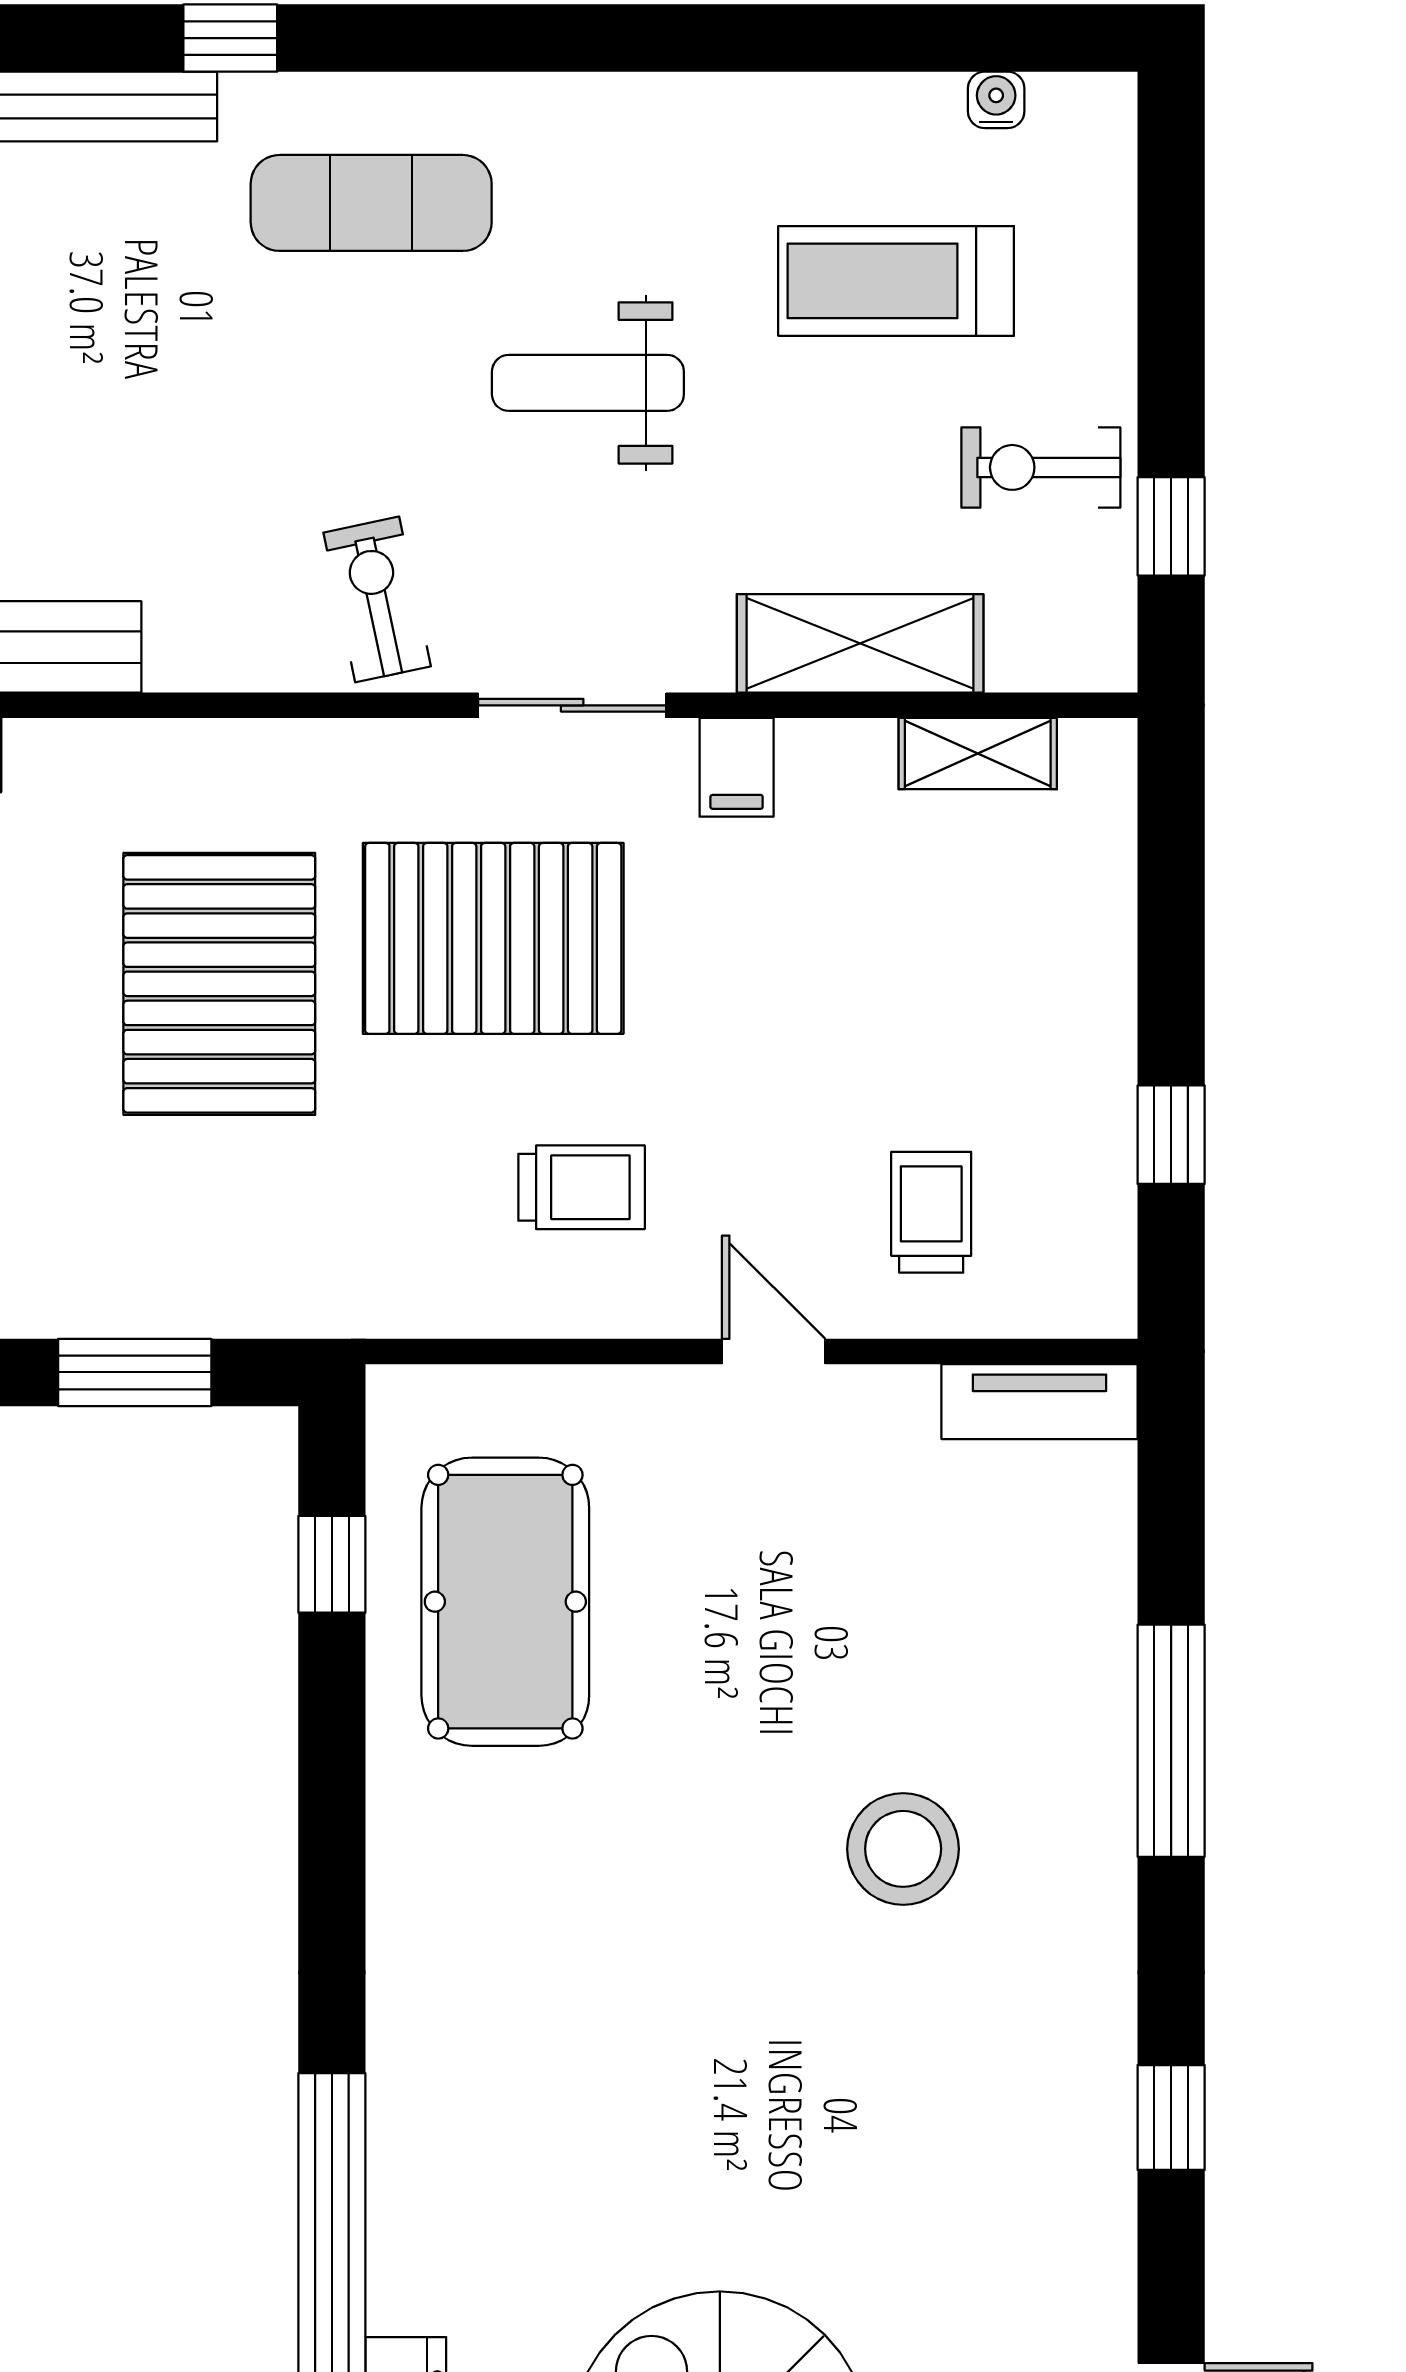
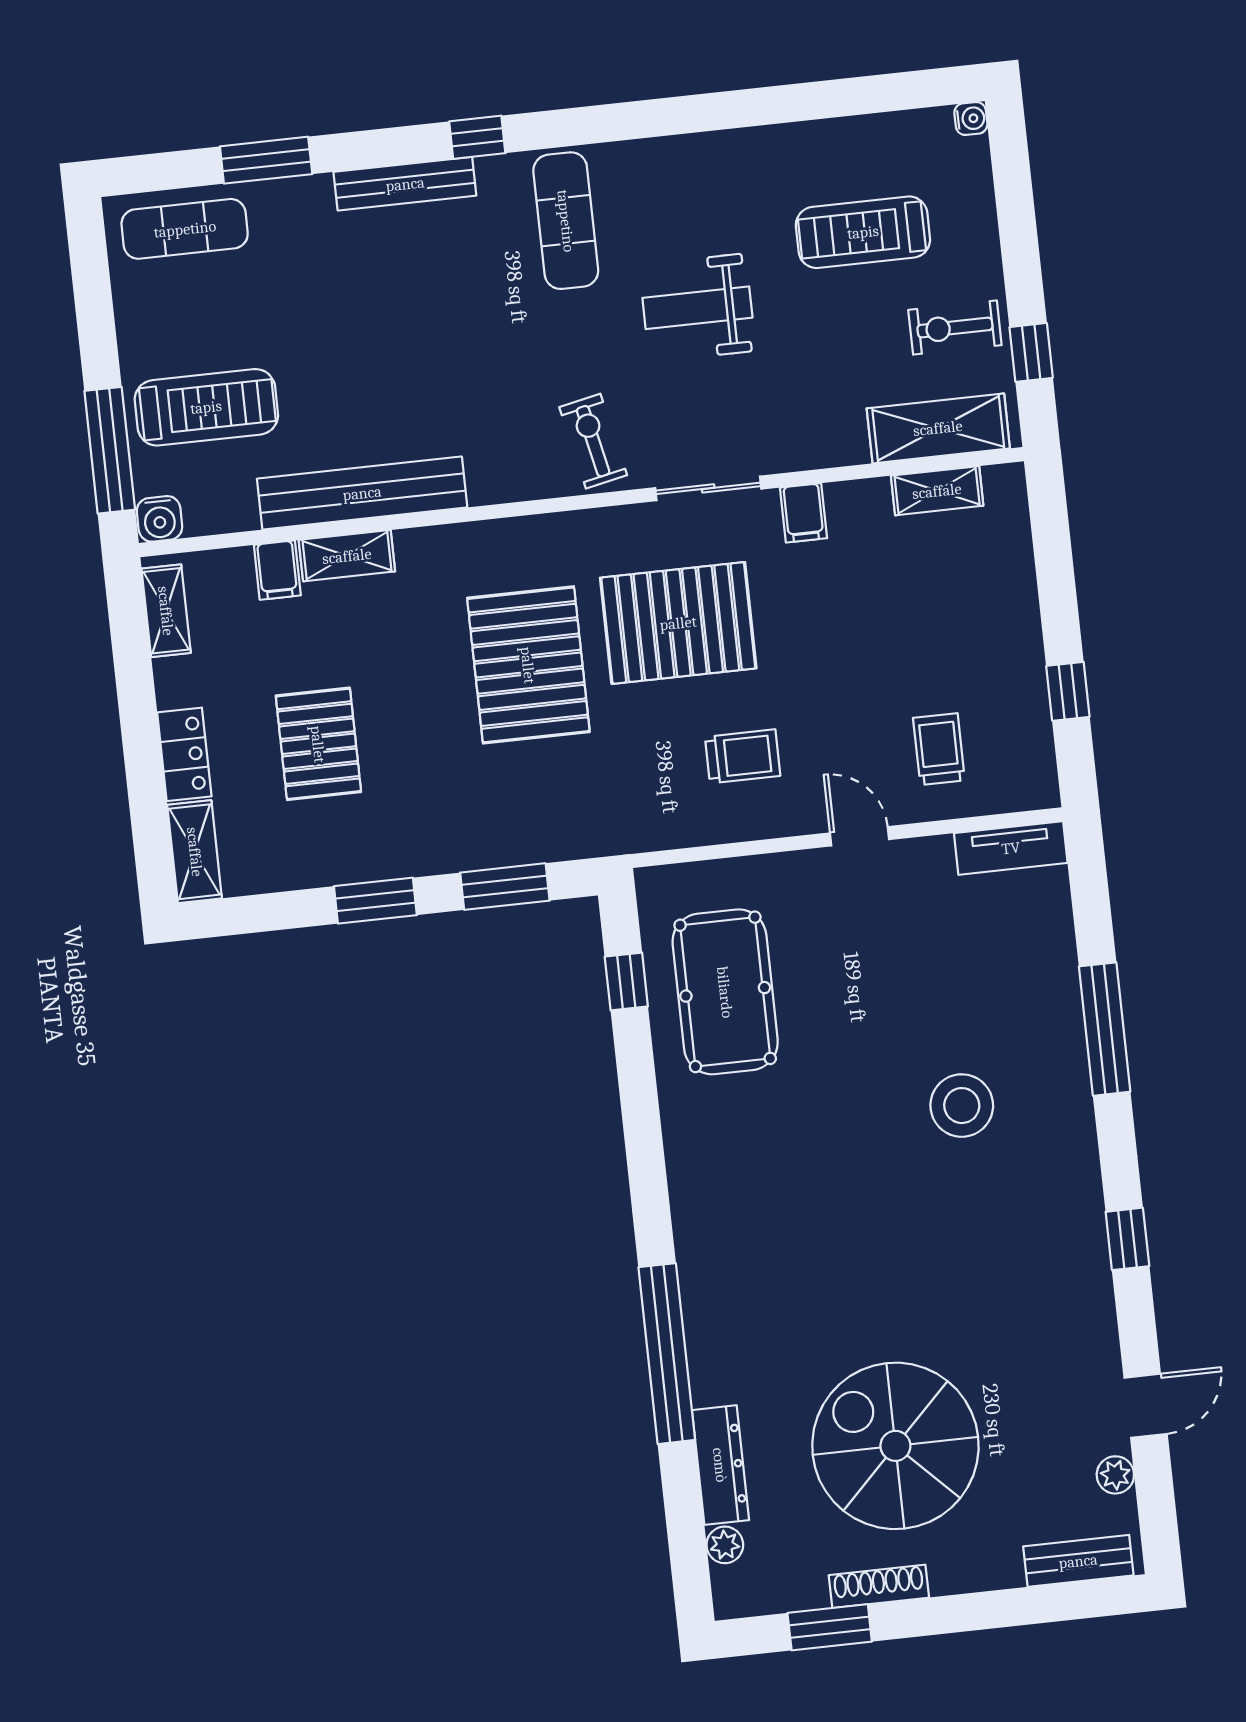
water cooler: (996, 100) -> (971, 119), moved, turned 90
exercise mat: (371, 203) -> (566, 221), turned 90
shelving: (860, 643) -> (938, 428), moved

